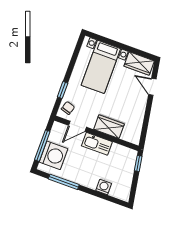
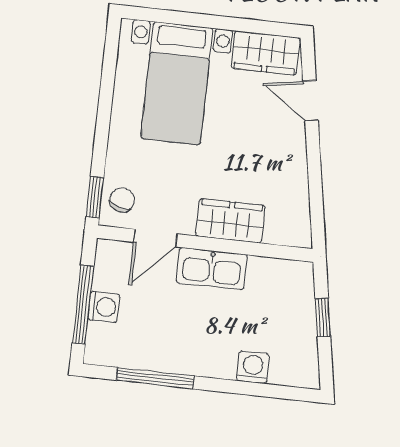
window: (63, 90) -> (95, 197), moved
washing machine: (53, 155) -> (104, 307), width x0.53, depth x0.53
window: (138, 163) -> (323, 318), moved

